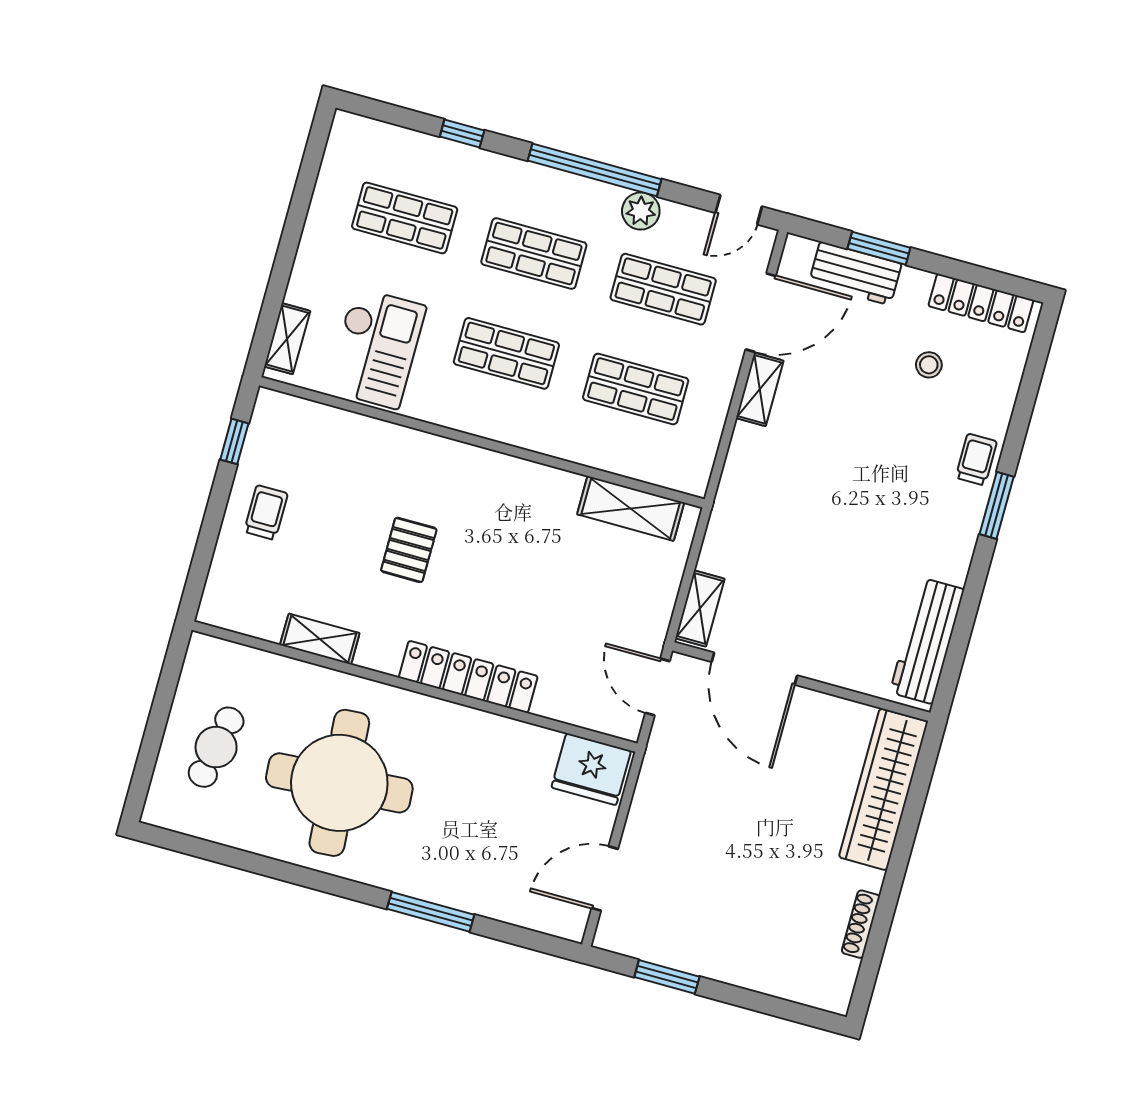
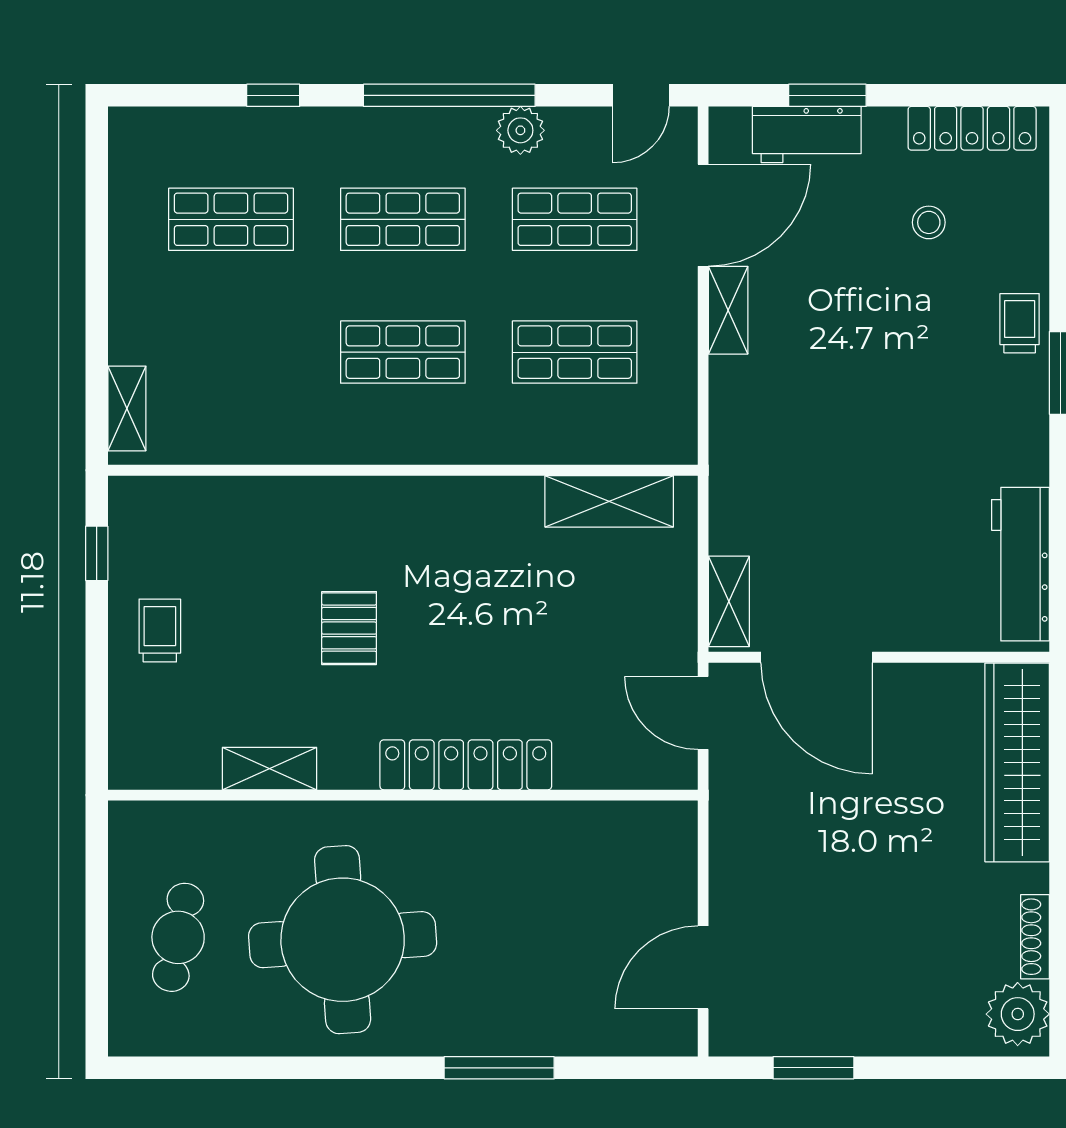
checkout: (376, 348) -> (240, 390), removed
fridge: (591, 769) -> (649, 837), removed
plant: (832, 979) -> (1018, 1014), added

